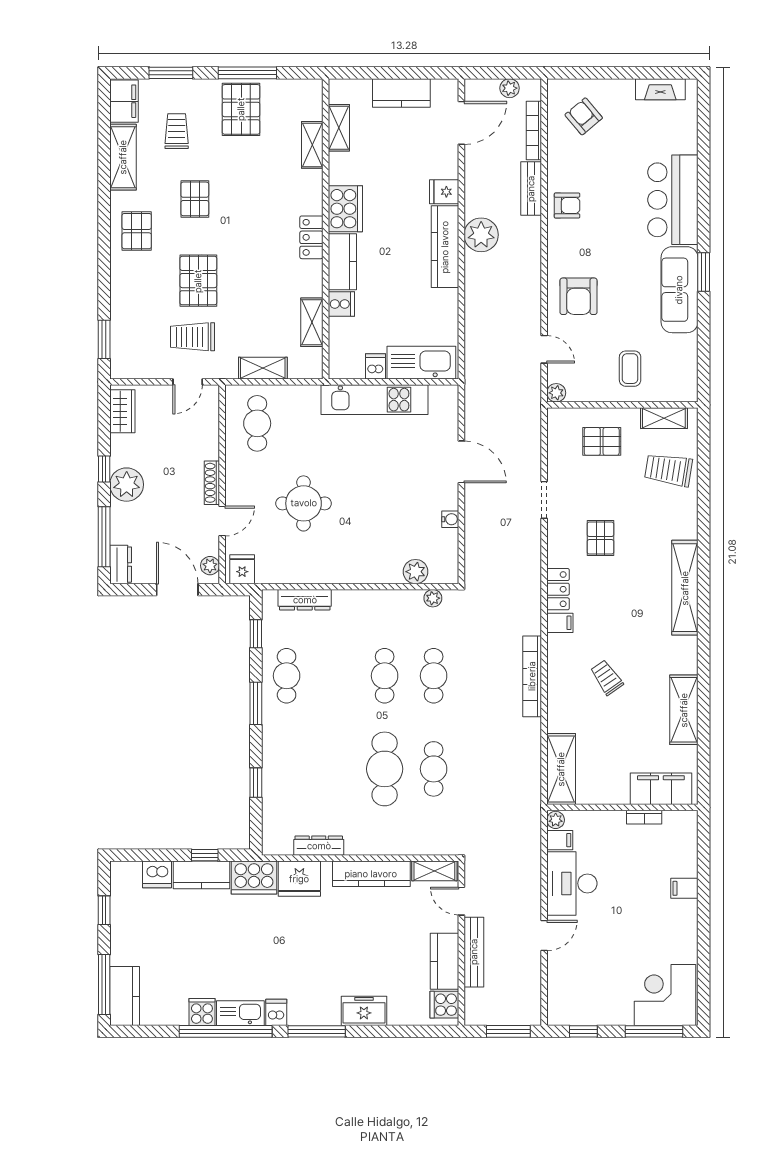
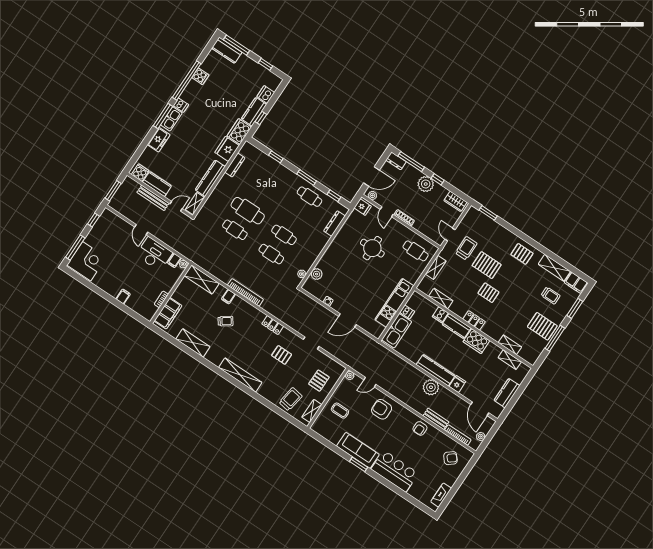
pallet: (195, 199) -> (488, 293), moved
filing cabinet: (560, 623) -> (228, 297), moved
kitchen sink: (240, 1013) -> (171, 119), moved

